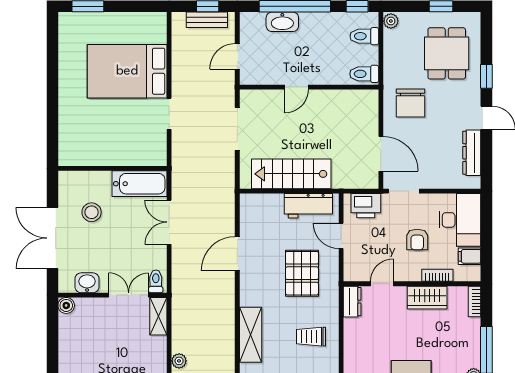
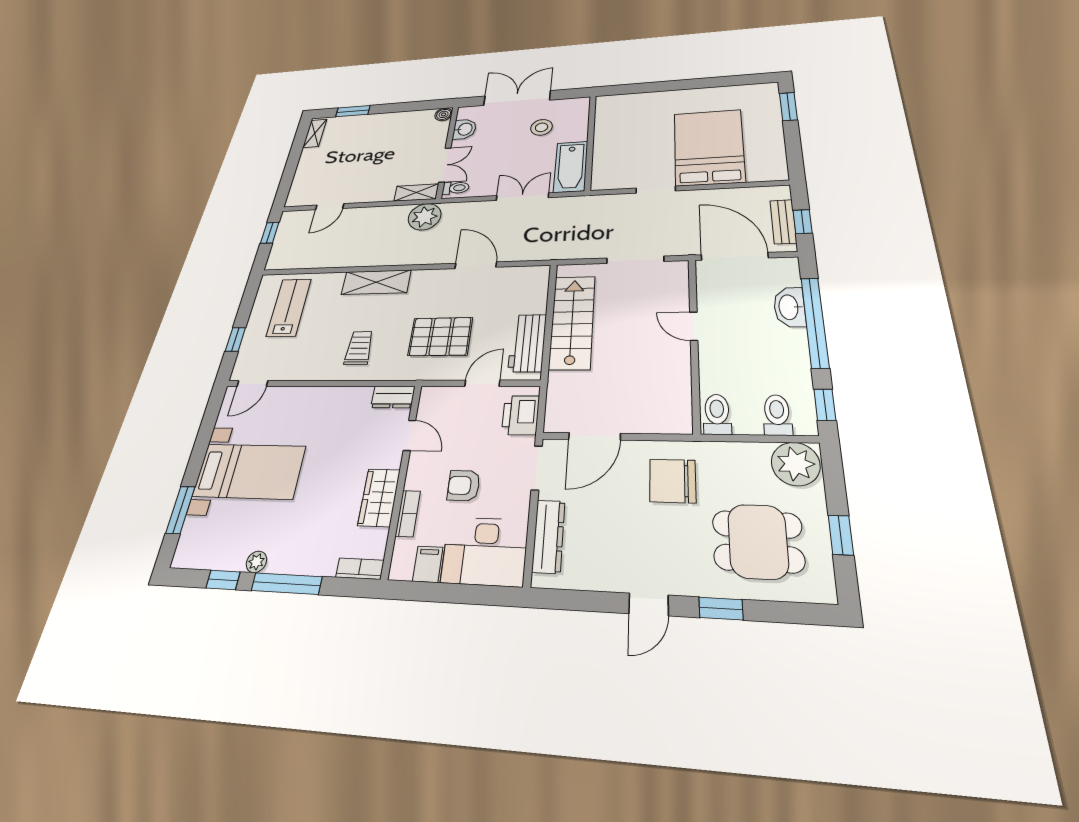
plant: (391, 21) -> (796, 464), width x1.87, depth x1.87
door: (237, 56) -> (735, 256), width x1.88
dresser: (472, 153) -> (549, 536), moved, turned 90
plant: (179, 361) -> (425, 217), moved, width x1.88, depth x1.88

